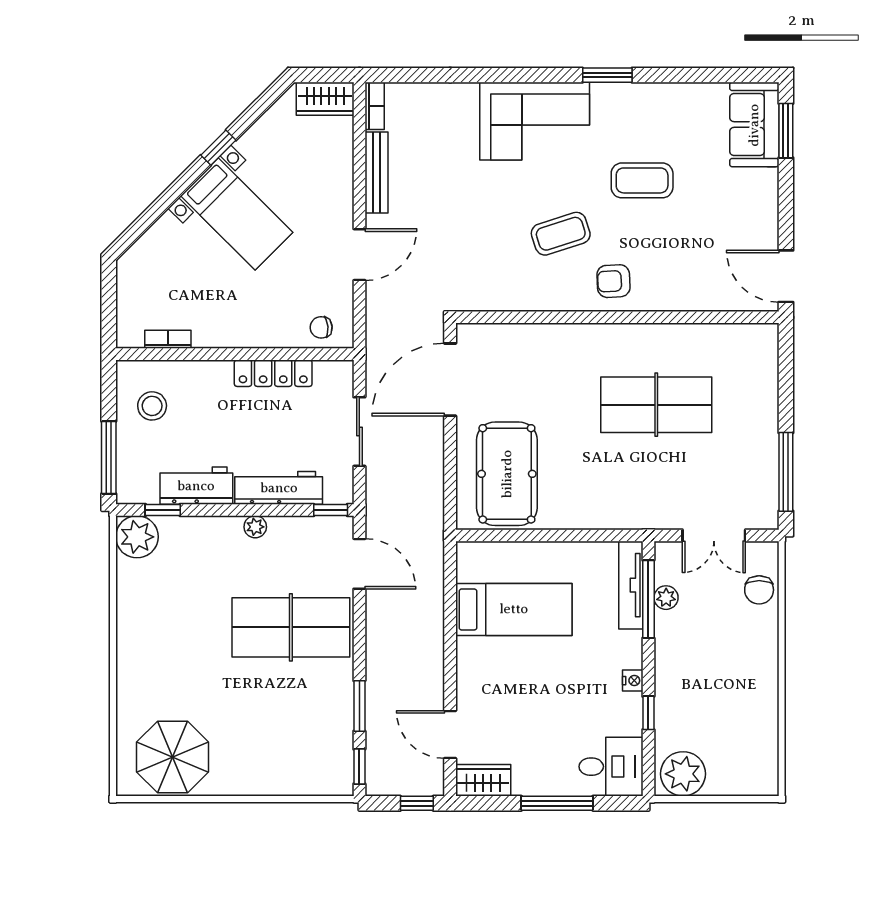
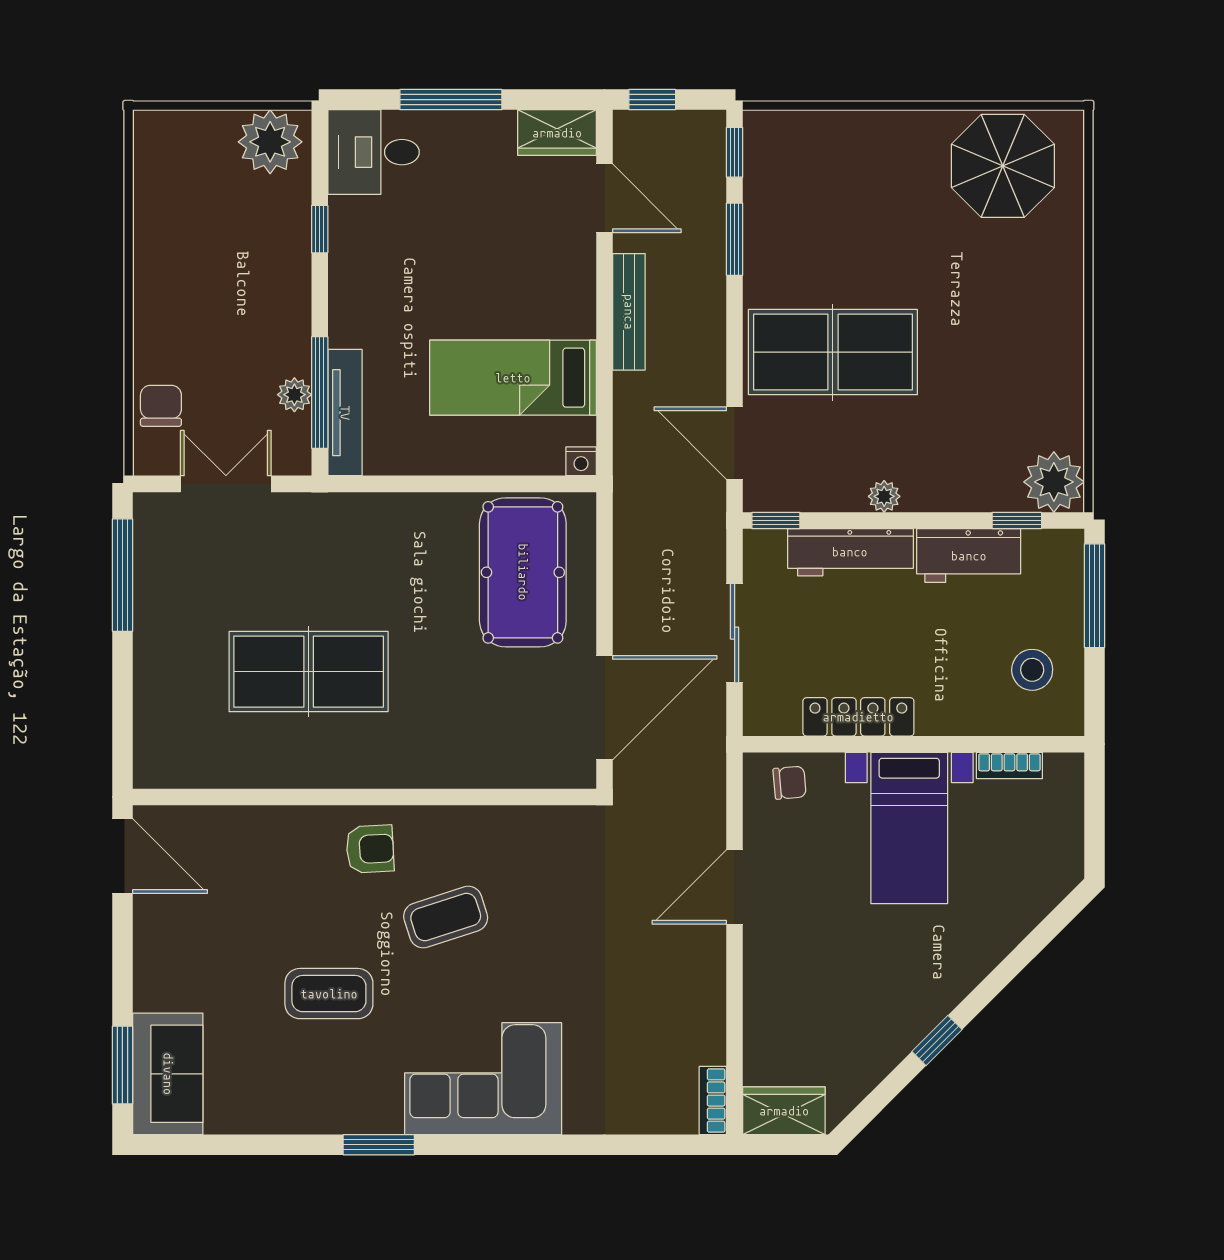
bench: (376, 172) -> (629, 312), moved
bed with nightstands: (237, 214) -> (909, 828), moved, turned -135
nightstand: (633, 681) -> (581, 461), moved, turned -90

